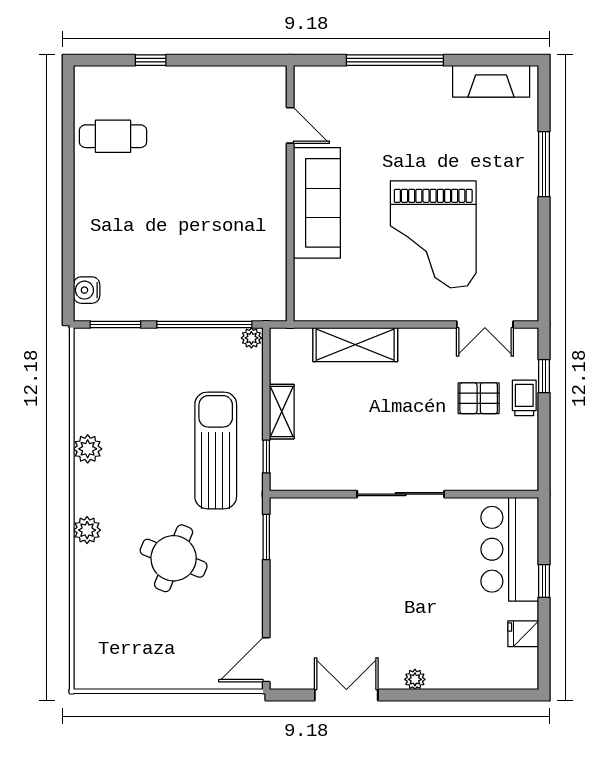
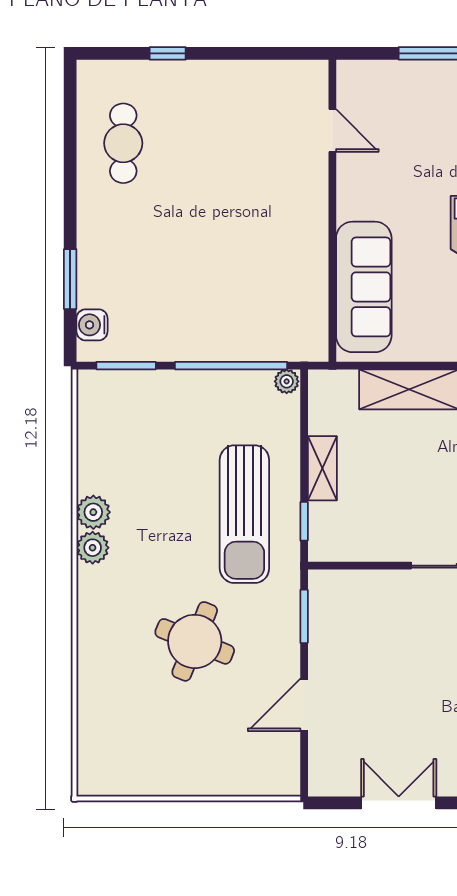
cafe table: (113, 136) -> (123, 143), turned 90
sofa: (317, 203) -> (364, 287), moved
window: (68, 251) -> (70, 279), added
sun lounger: (216, 450) -> (244, 514), turned 180
plant: (87, 530) -> (93, 548), moved
door: (266, 660) -> (304, 705), moved

